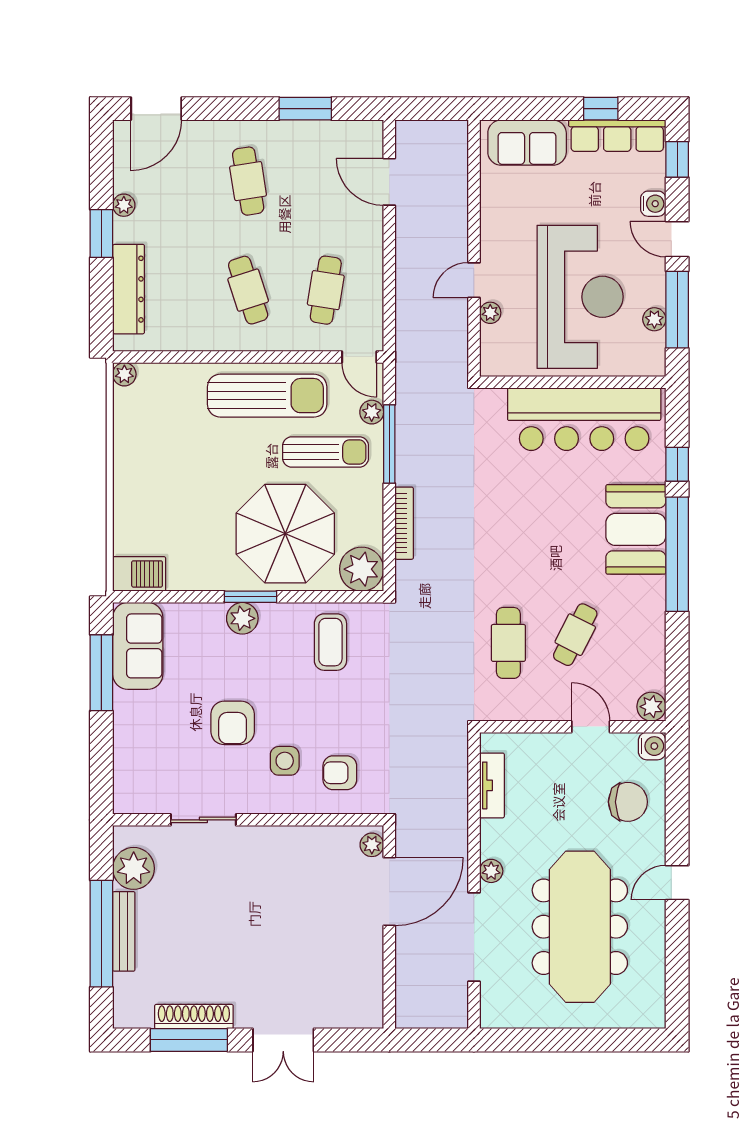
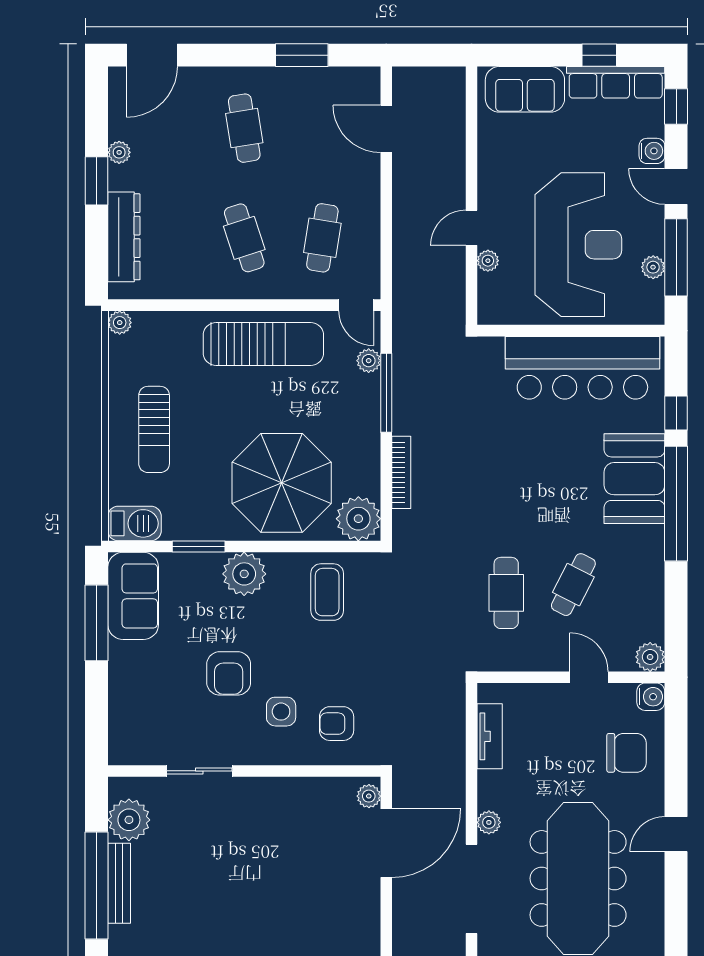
sun lounger: (326, 452) -> (154, 429), moved, turned 90
window: (250, 597) -> (199, 547), moved
plant: (242, 618) -> (244, 574), width x1.36, depth x1.36

